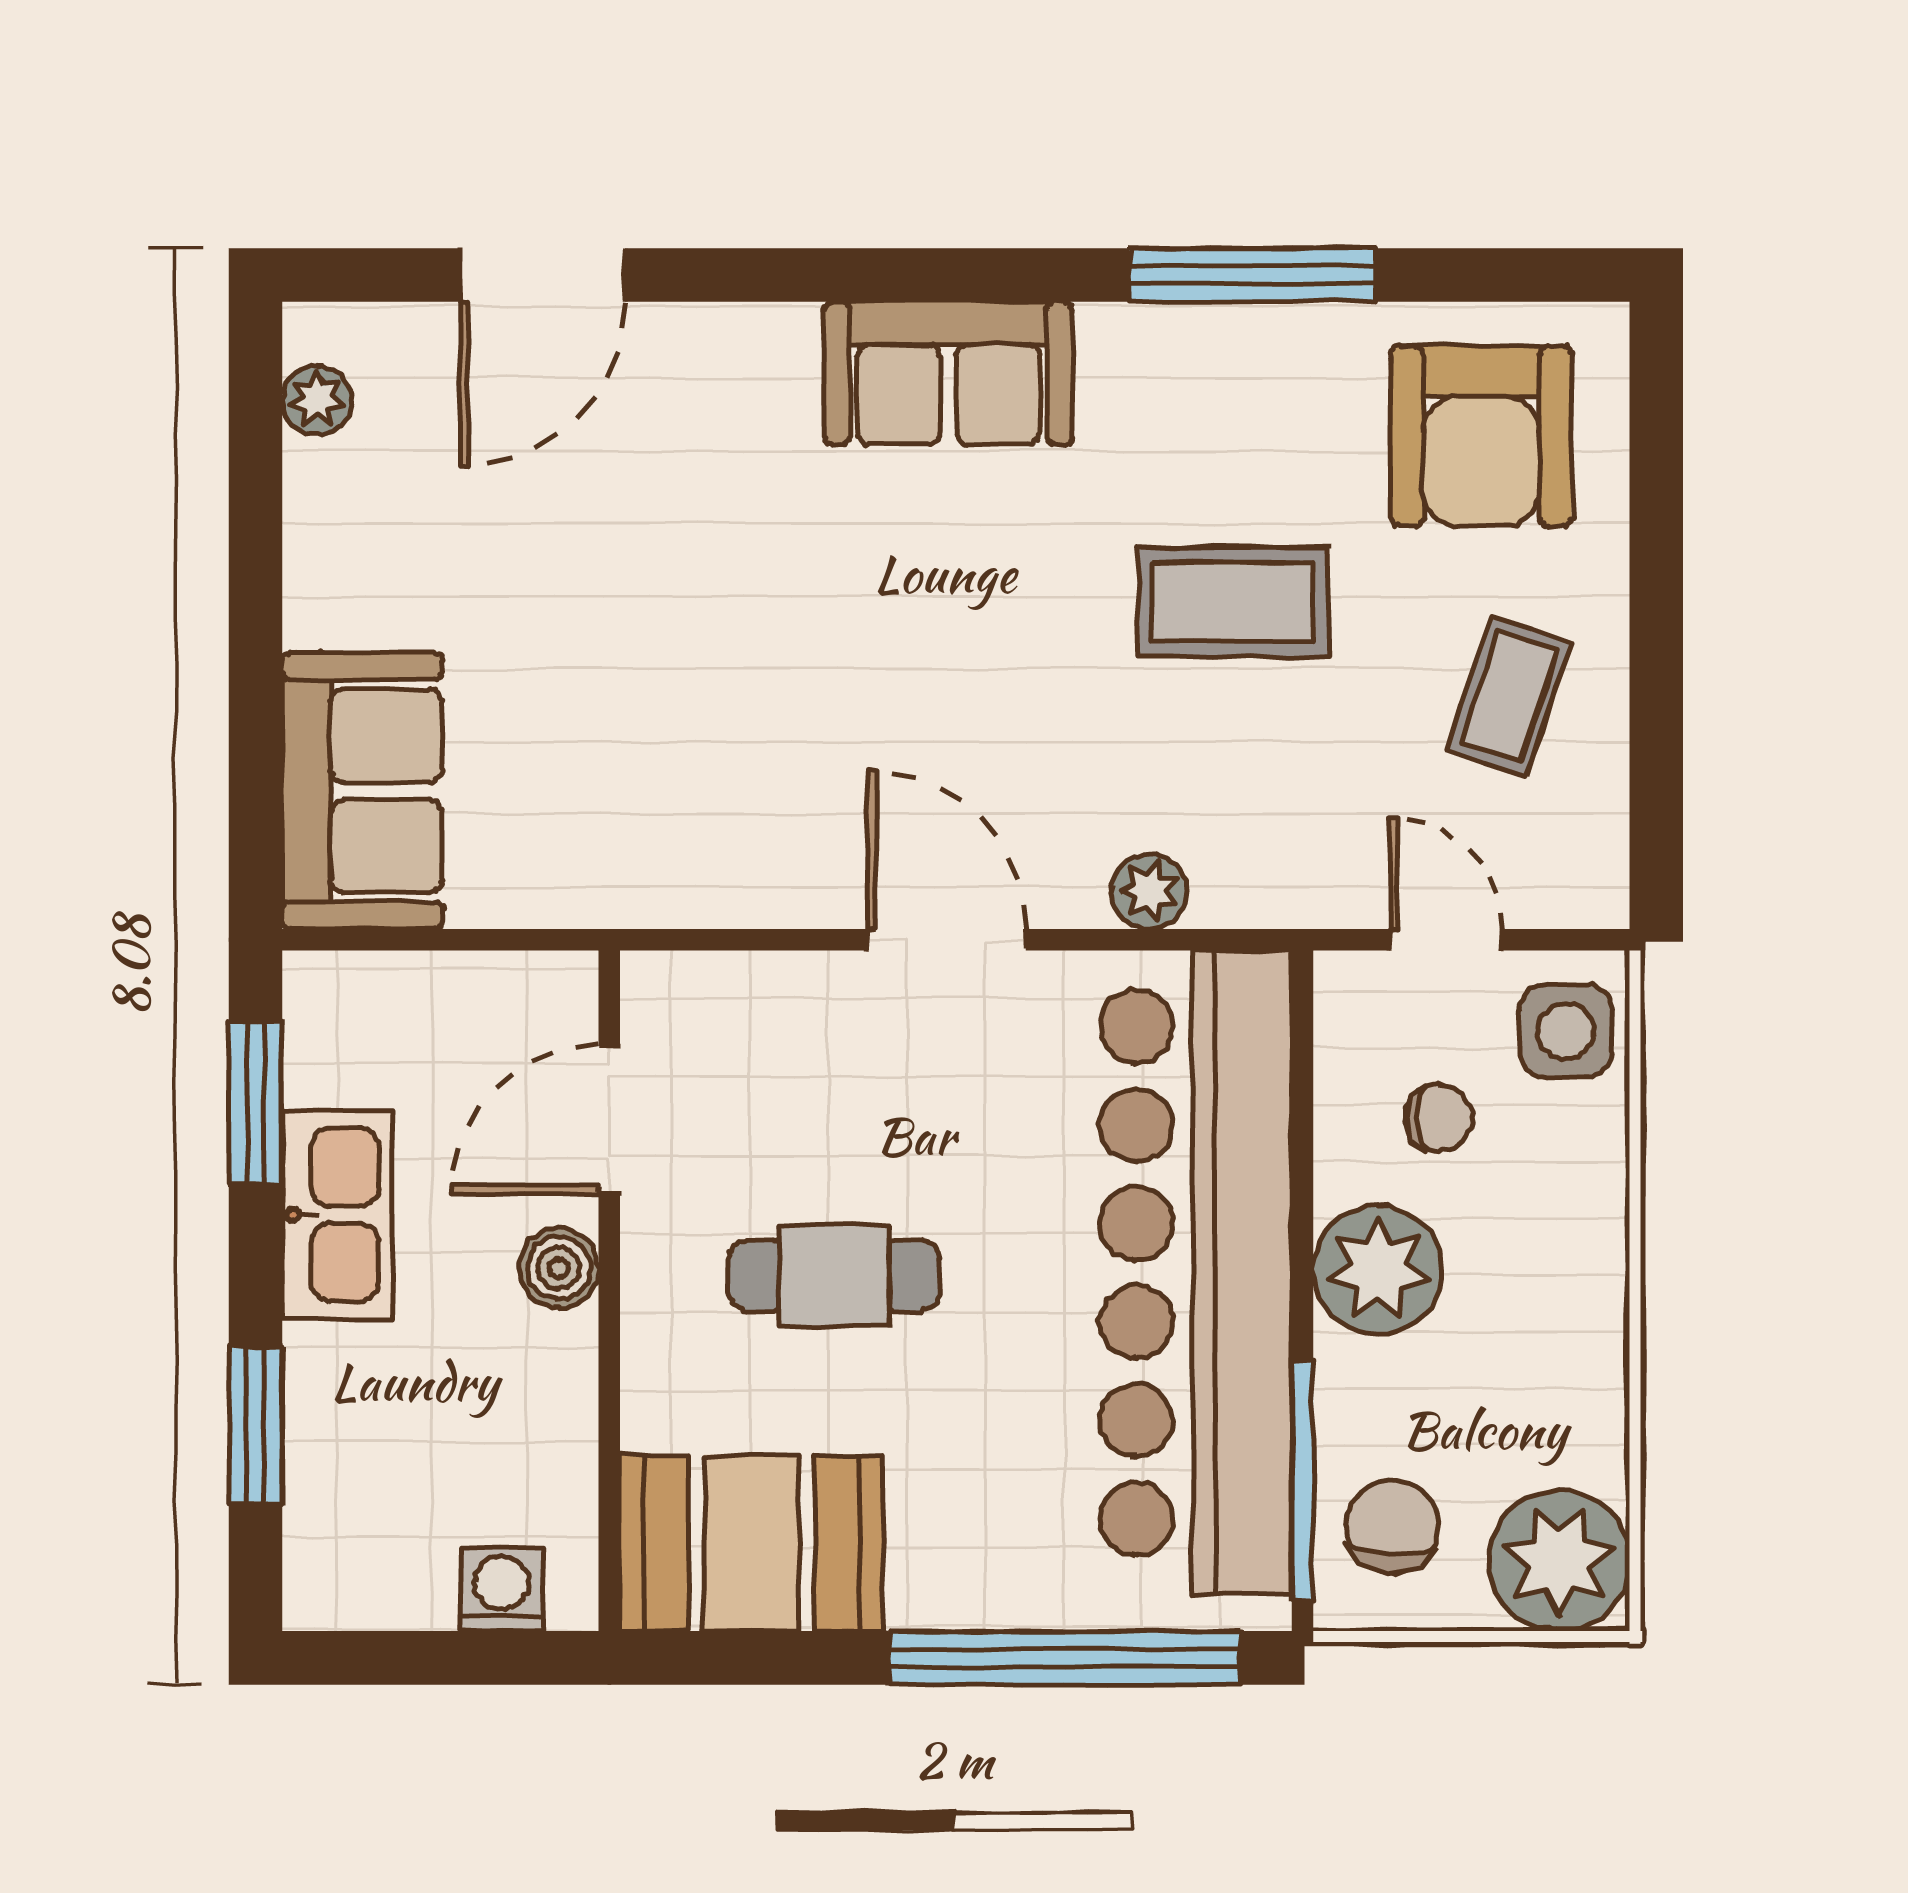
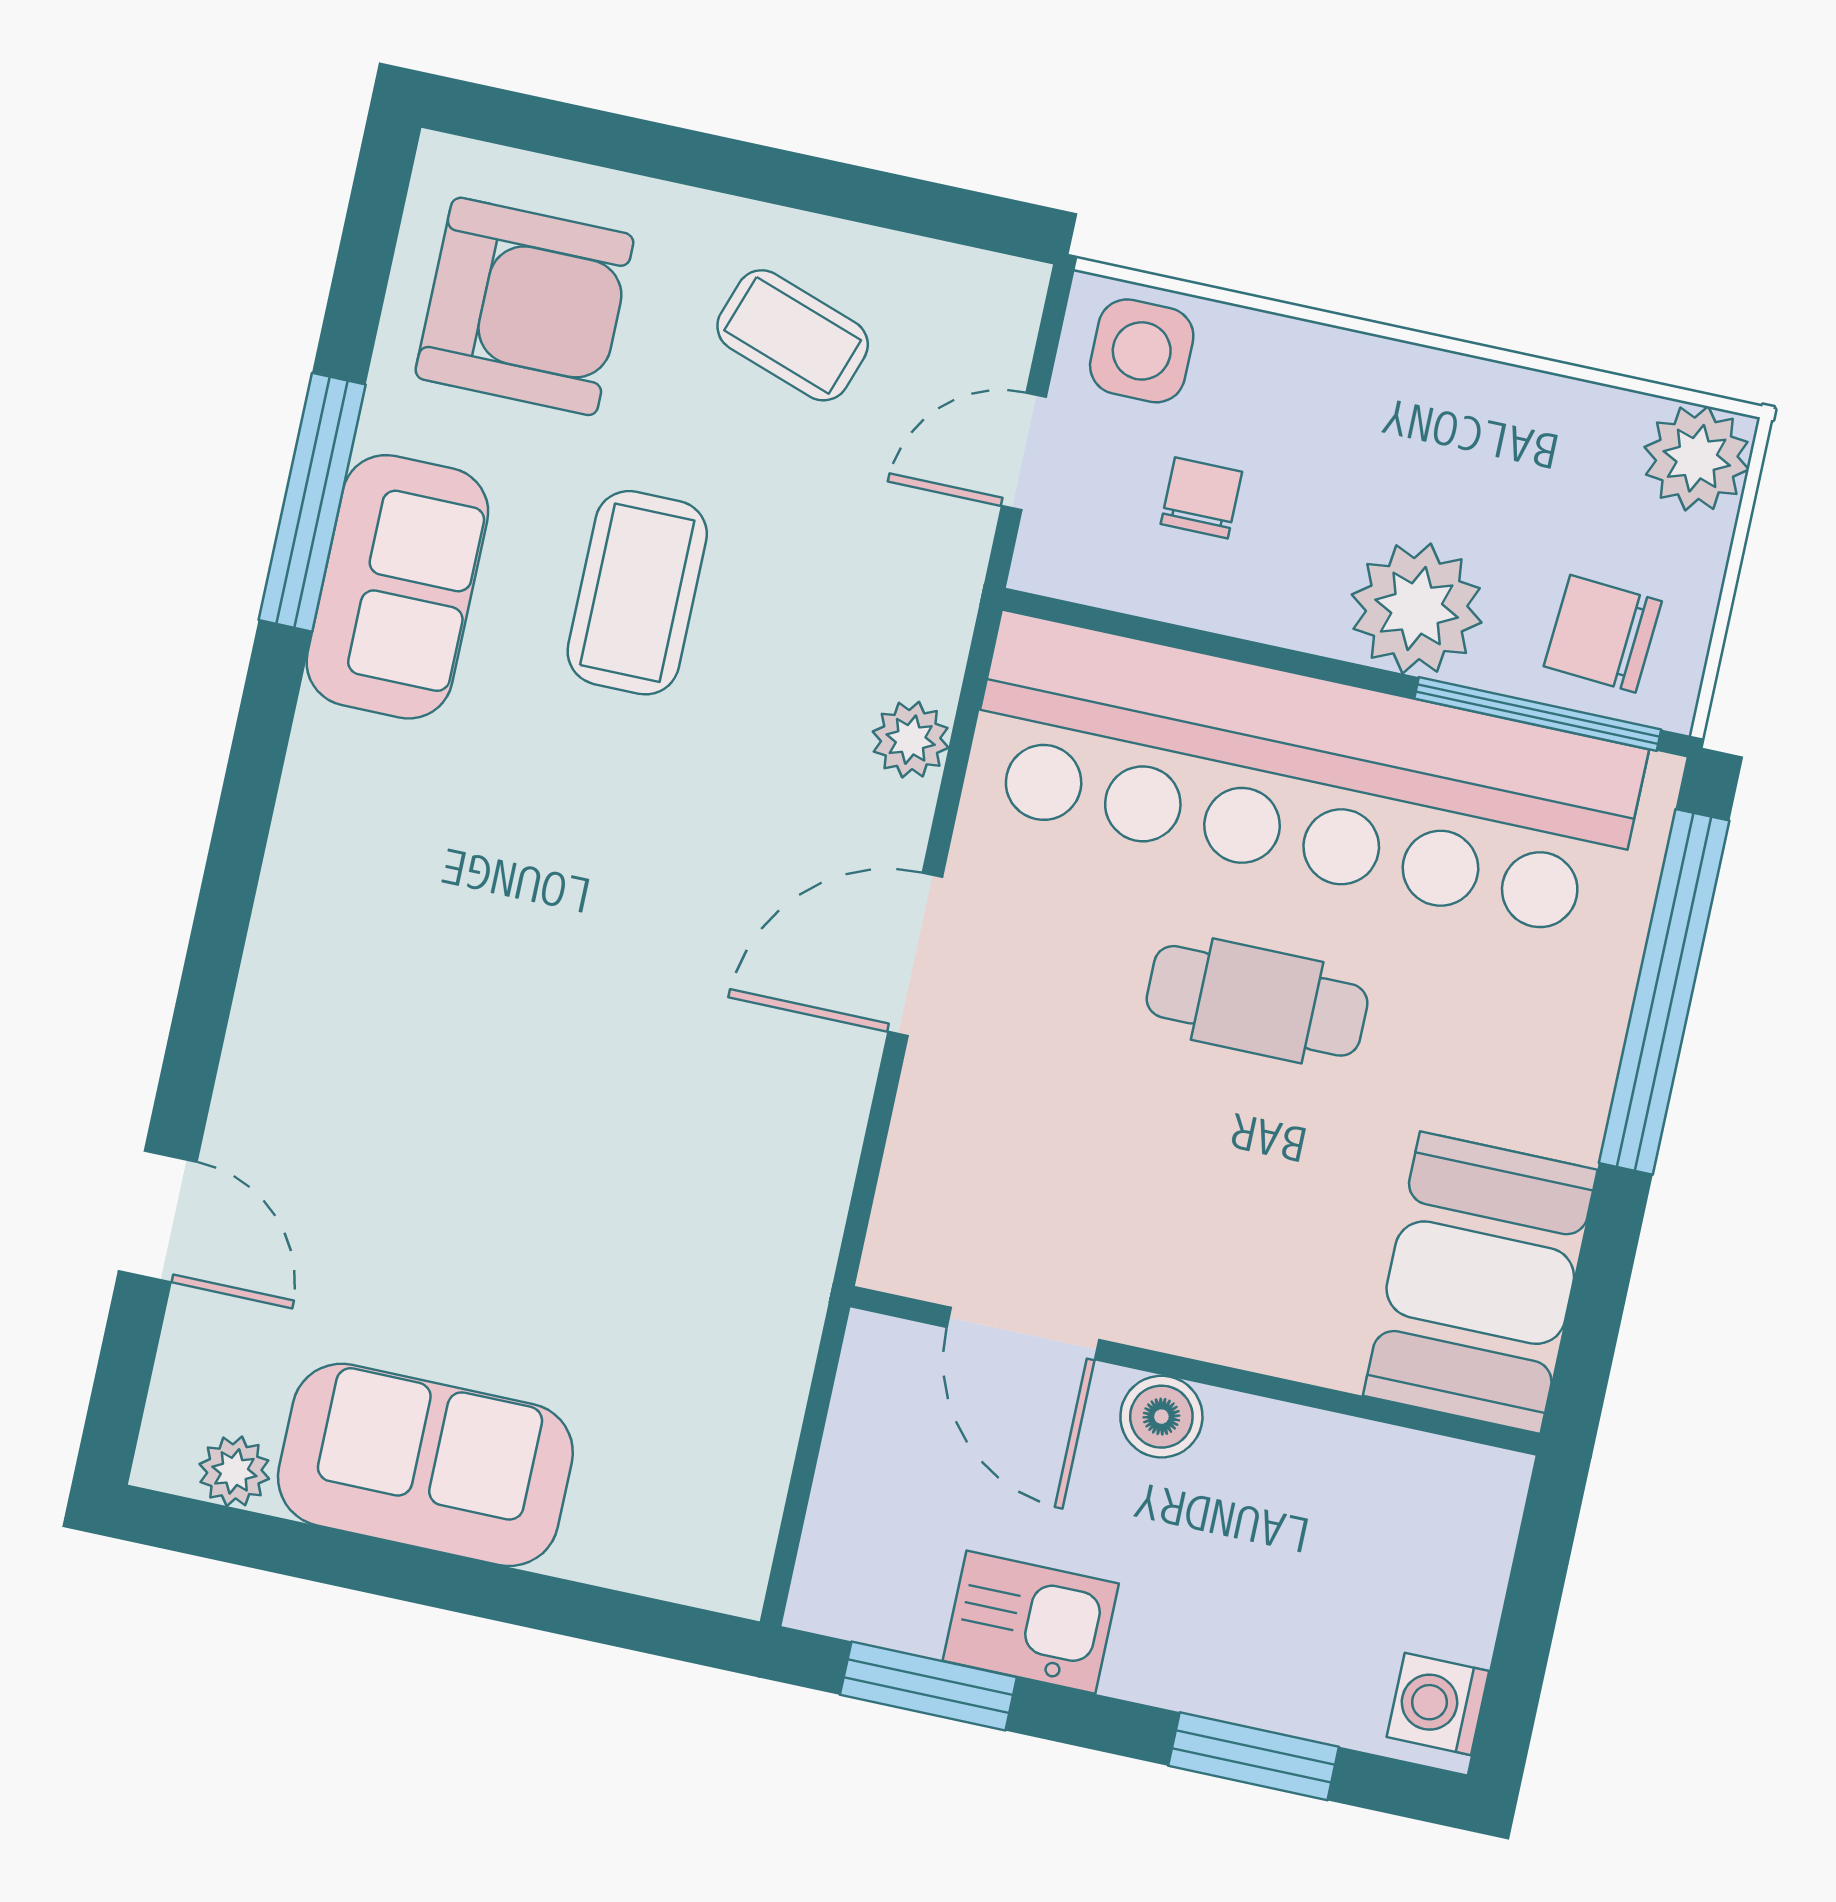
door: (543, 275) -> (158, 1216), width x0.73
sofa: (948, 373) -> (397, 587), moved
sofa: (362, 791) -> (425, 1465), moved
kitchen sink: (337, 1215) -> (1031, 1622), width x0.73
plant: (1378, 1270) -> (1417, 609), moved
cafe table: (834, 1276) -> (1257, 1001), moved, turned 90
plant: (1559, 1560) -> (1697, 458), width x0.73, depth x0.73
washing machine: (502, 1589) -> (1438, 1704), moved

